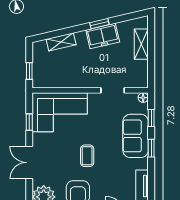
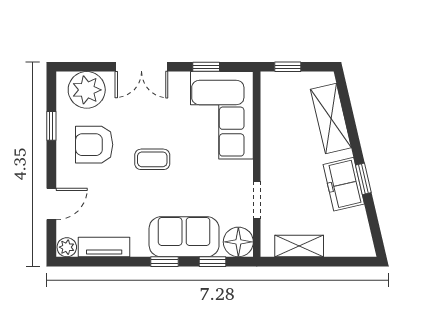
shelving: (61, 42) -> (331, 118), width x1.50, depth x1.33
shelving: (141, 44) -> (299, 246), moved
floor lamp: (143, 98) -> (238, 242), width x1.89, depth x1.89
double door: (29, 163) -> (141, 67), swing flipped

